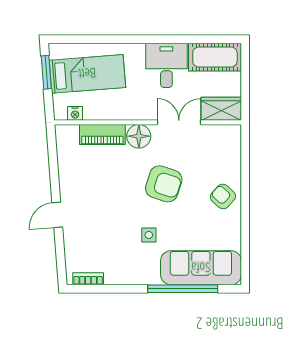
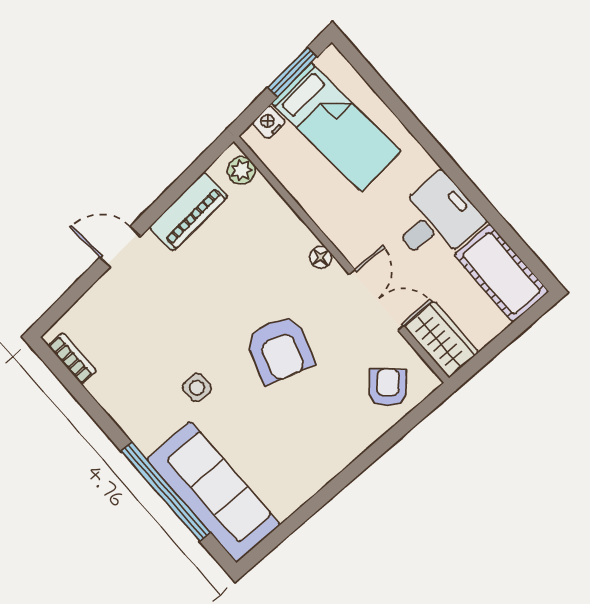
nightstand: (75, 113) -> (269, 122), moved, turned 86
plant: (70, 132) -> (241, 170), added
piano: (102, 134) -> (189, 212), moved, turned -94
floor lamp: (139, 136) -> (321, 257), width x0.53, depth x0.53
armchair: (223, 197) -> (388, 387), moved

